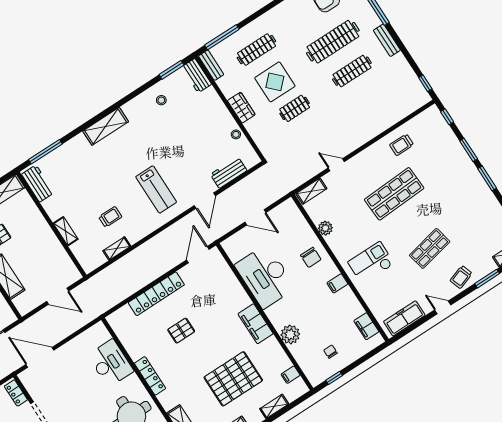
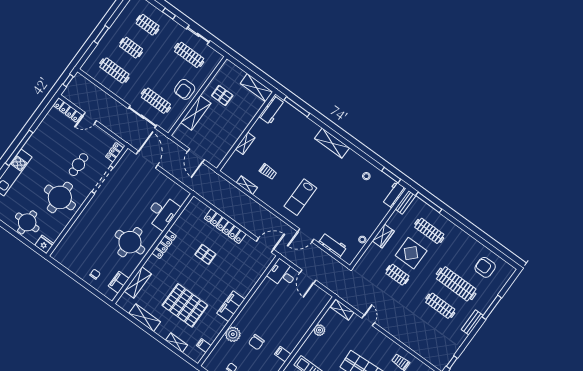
chair: (311, 257) -> (256, 342), moved
desk: (265, 277) -> (282, 274), moved, width x0.53, depth x0.77

